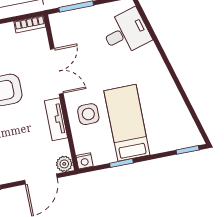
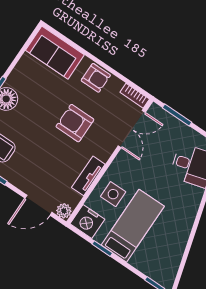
double door: (57, 71) -> (132, 129), moved
nightstand: (84, 161) -> (87, 222), width x1.89, depth x1.79

